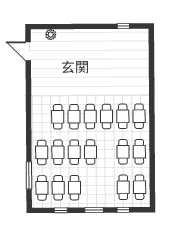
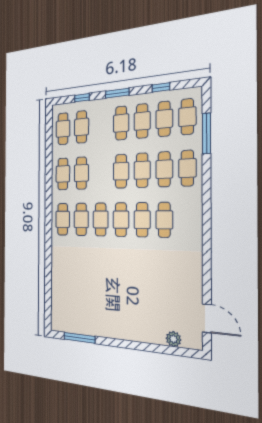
window: (123, 26) -> (79, 338), width x2.17
cafe table: (91, 188) -> (121, 123), added

